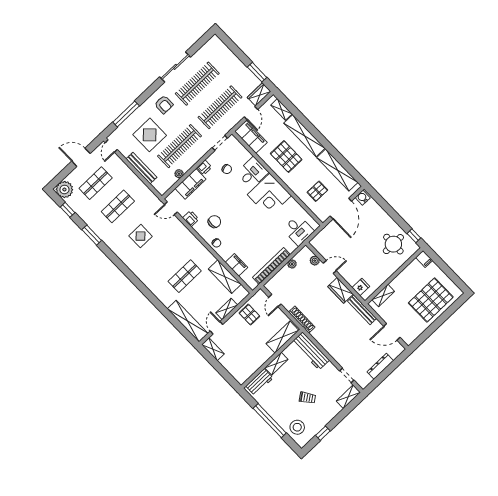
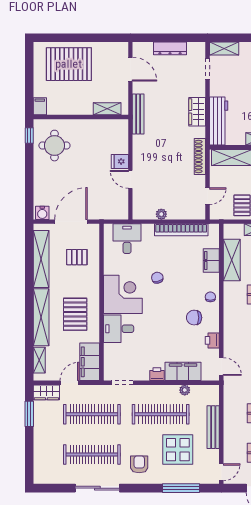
chair: (227, 169) -> (157, 278), moved
plant: (315, 261) -> (138, 198), removed
fridge: (361, 287) -> (120, 161), moved
wardrobe: (340, 290) -> (197, 112), moved, turned 180

